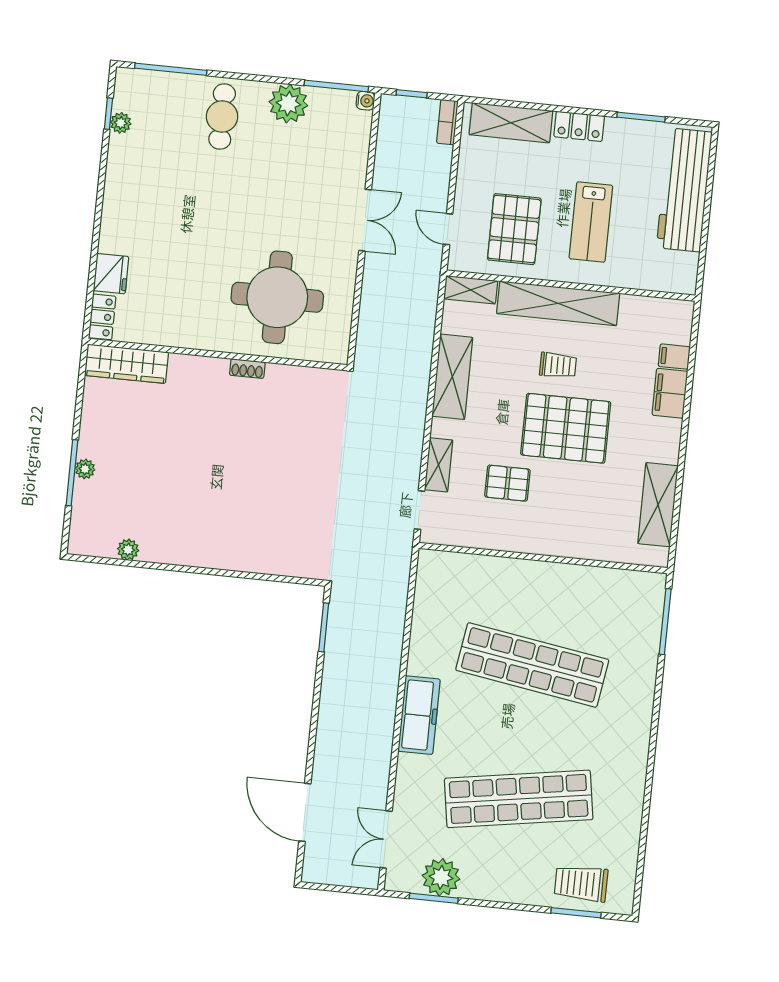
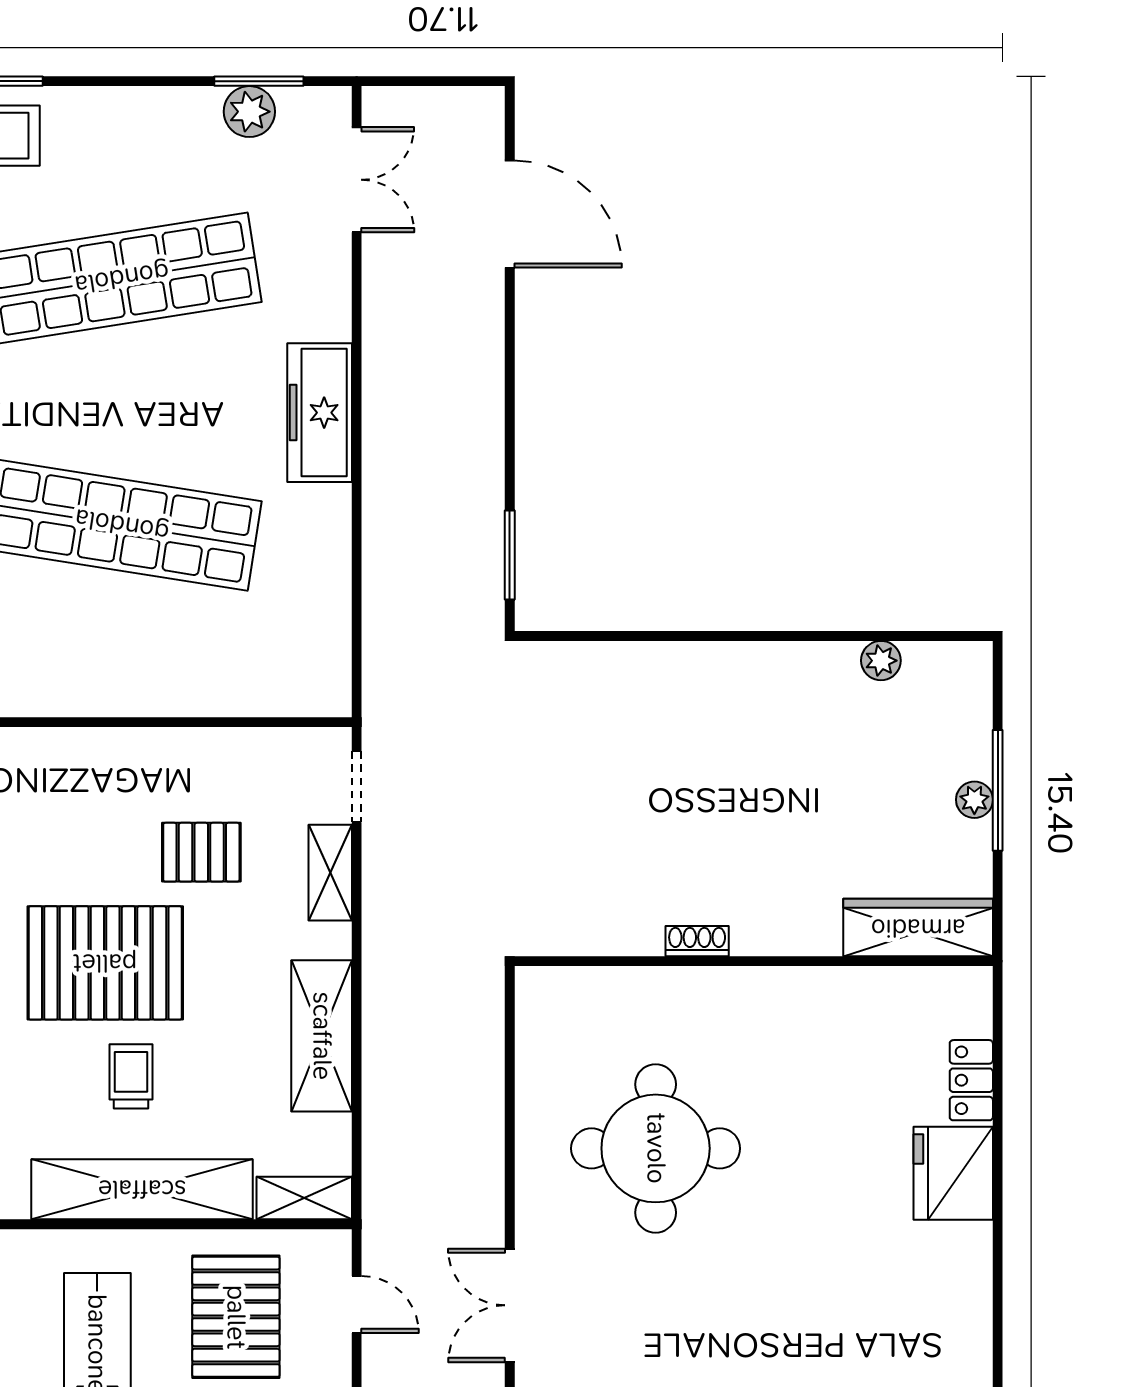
fridge: (111, 274) -> (953, 1173), width x1.36, depth x1.34
wall: (218, 355) -> (754, 961), moved
wardrobe: (127, 364) -> (918, 928), moved
trolley: (558, 365) -> (131, 1076), turned 90
shoe rack: (247, 369) -> (697, 941), moved
plant: (441, 877) -> (249, 112), width x0.73, depth x0.73

